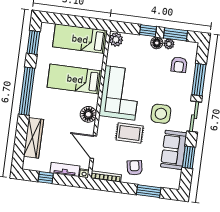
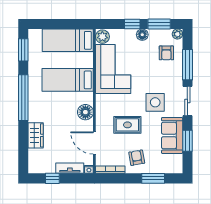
plant: (169, 44) -> (177, 34), moved
corner sofa: (120, 93) -> (113, 69), moved
wardrobe: (34, 138) -> (36, 135), width x0.67

